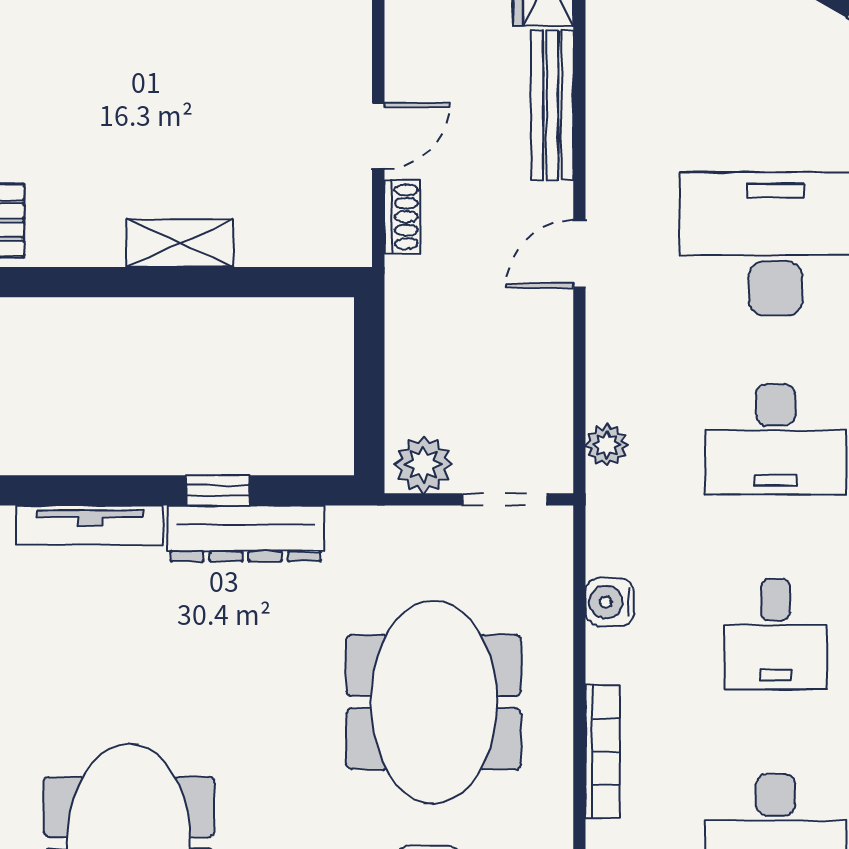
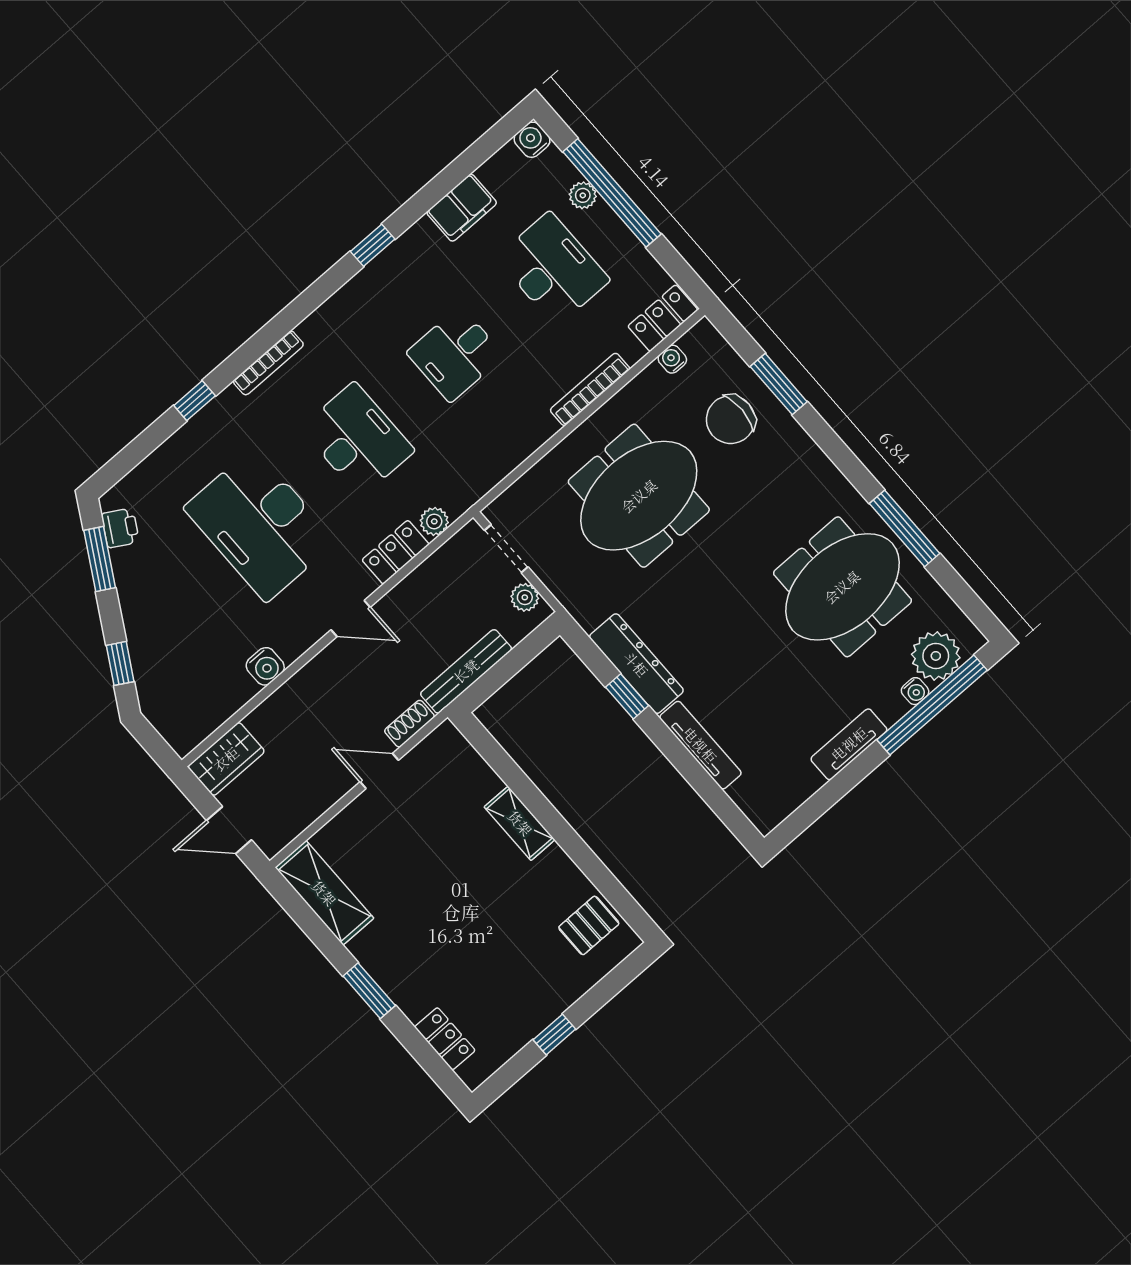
bench: (552, 105) -> (466, 671), moved
locker: (610, 371) -> (396, 552), added
plant: (423, 464) -> (525, 597), width x0.73, depth x0.73
water cooler: (610, 602) -> (265, 666), moved
desk: (776, 634) -> (455, 354), turned 180

